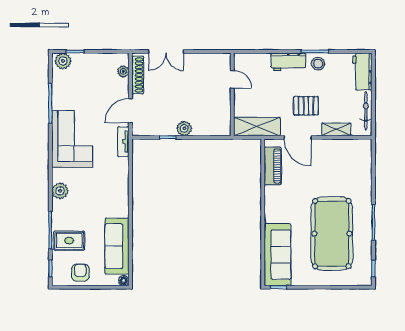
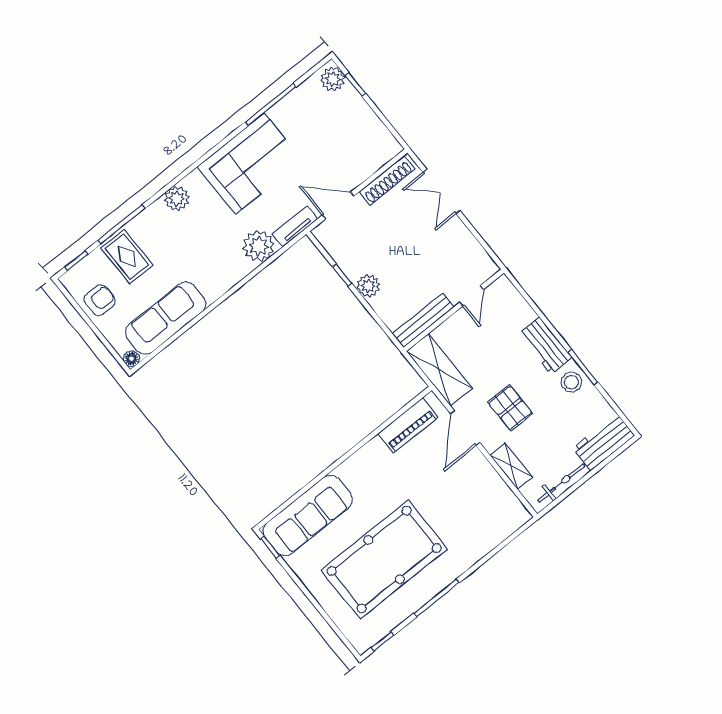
plant: (123, 71) -> (259, 246), moved, width x1.88, depth x1.88
bench: (225, 114) -> (423, 320), added

